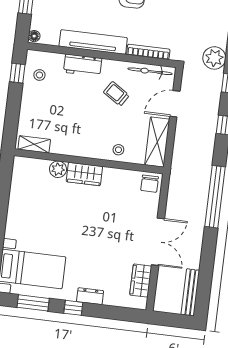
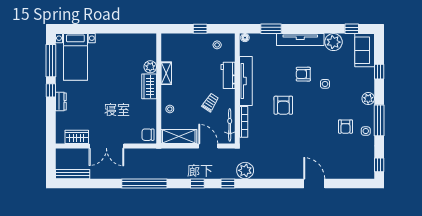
window: (17, 73) -> (200, 29), moved
shelving: (34, 144) -> (166, 73), moved
window: (33, 303) -> (51, 61), width x1.44

